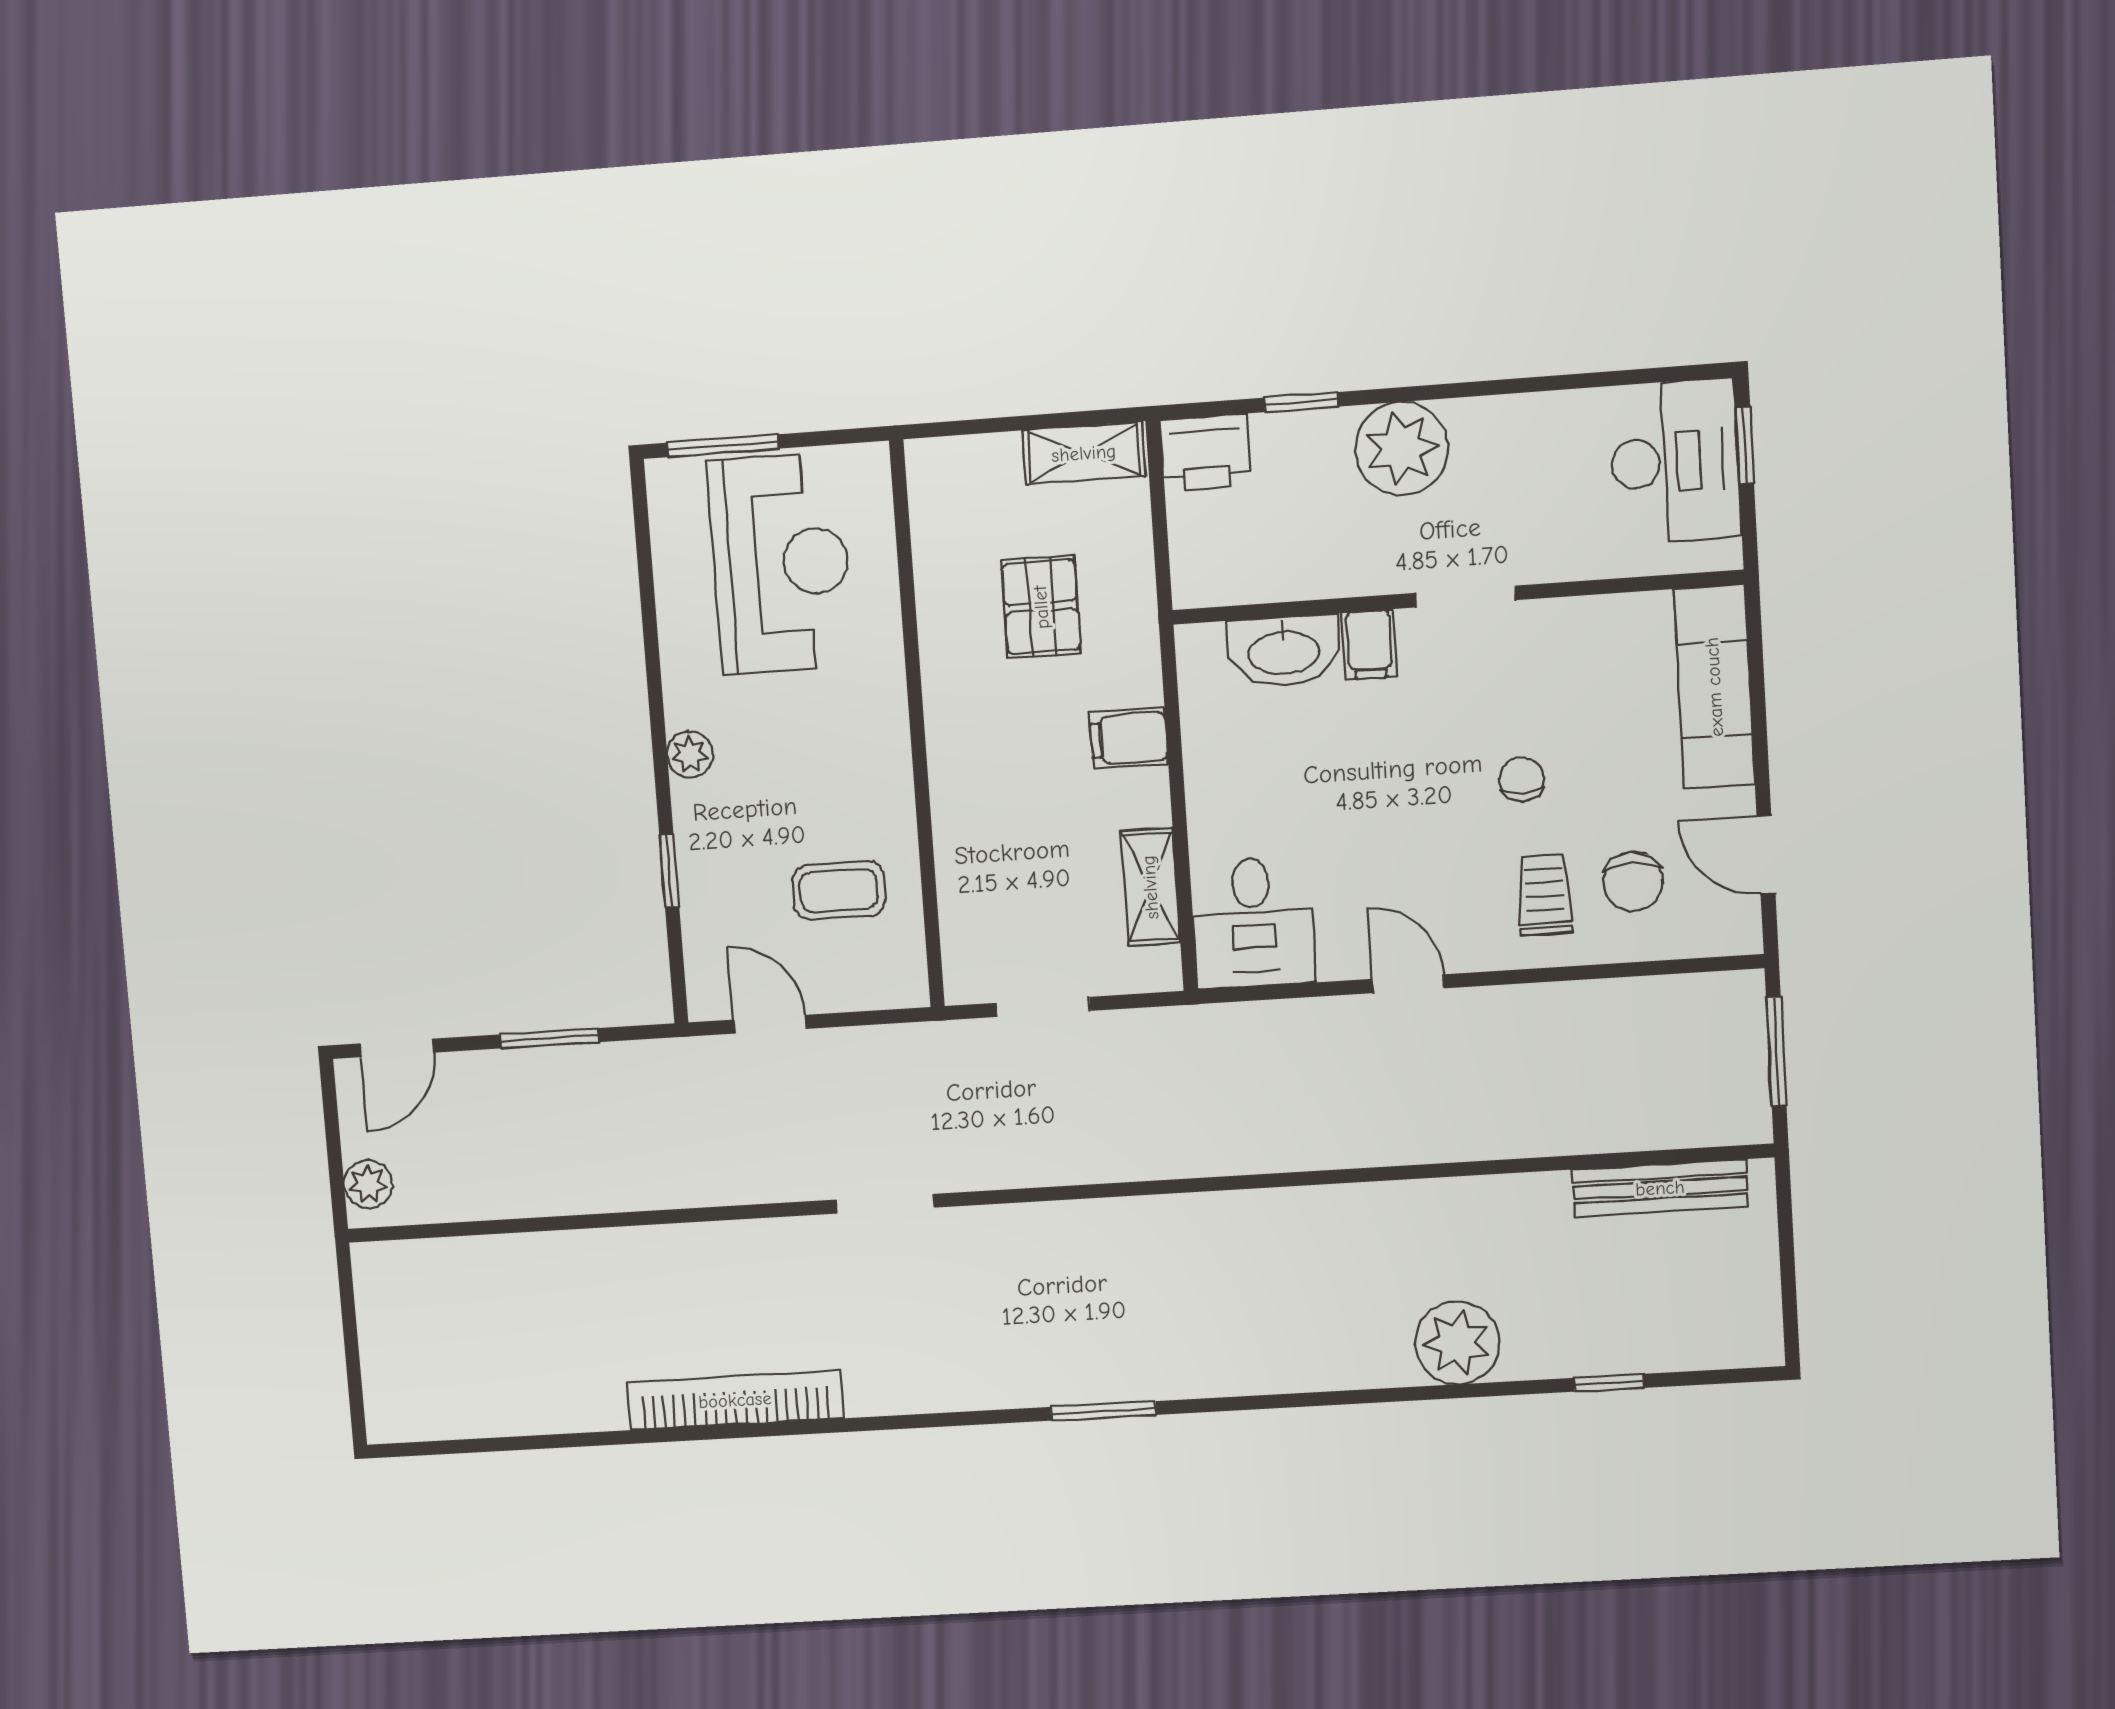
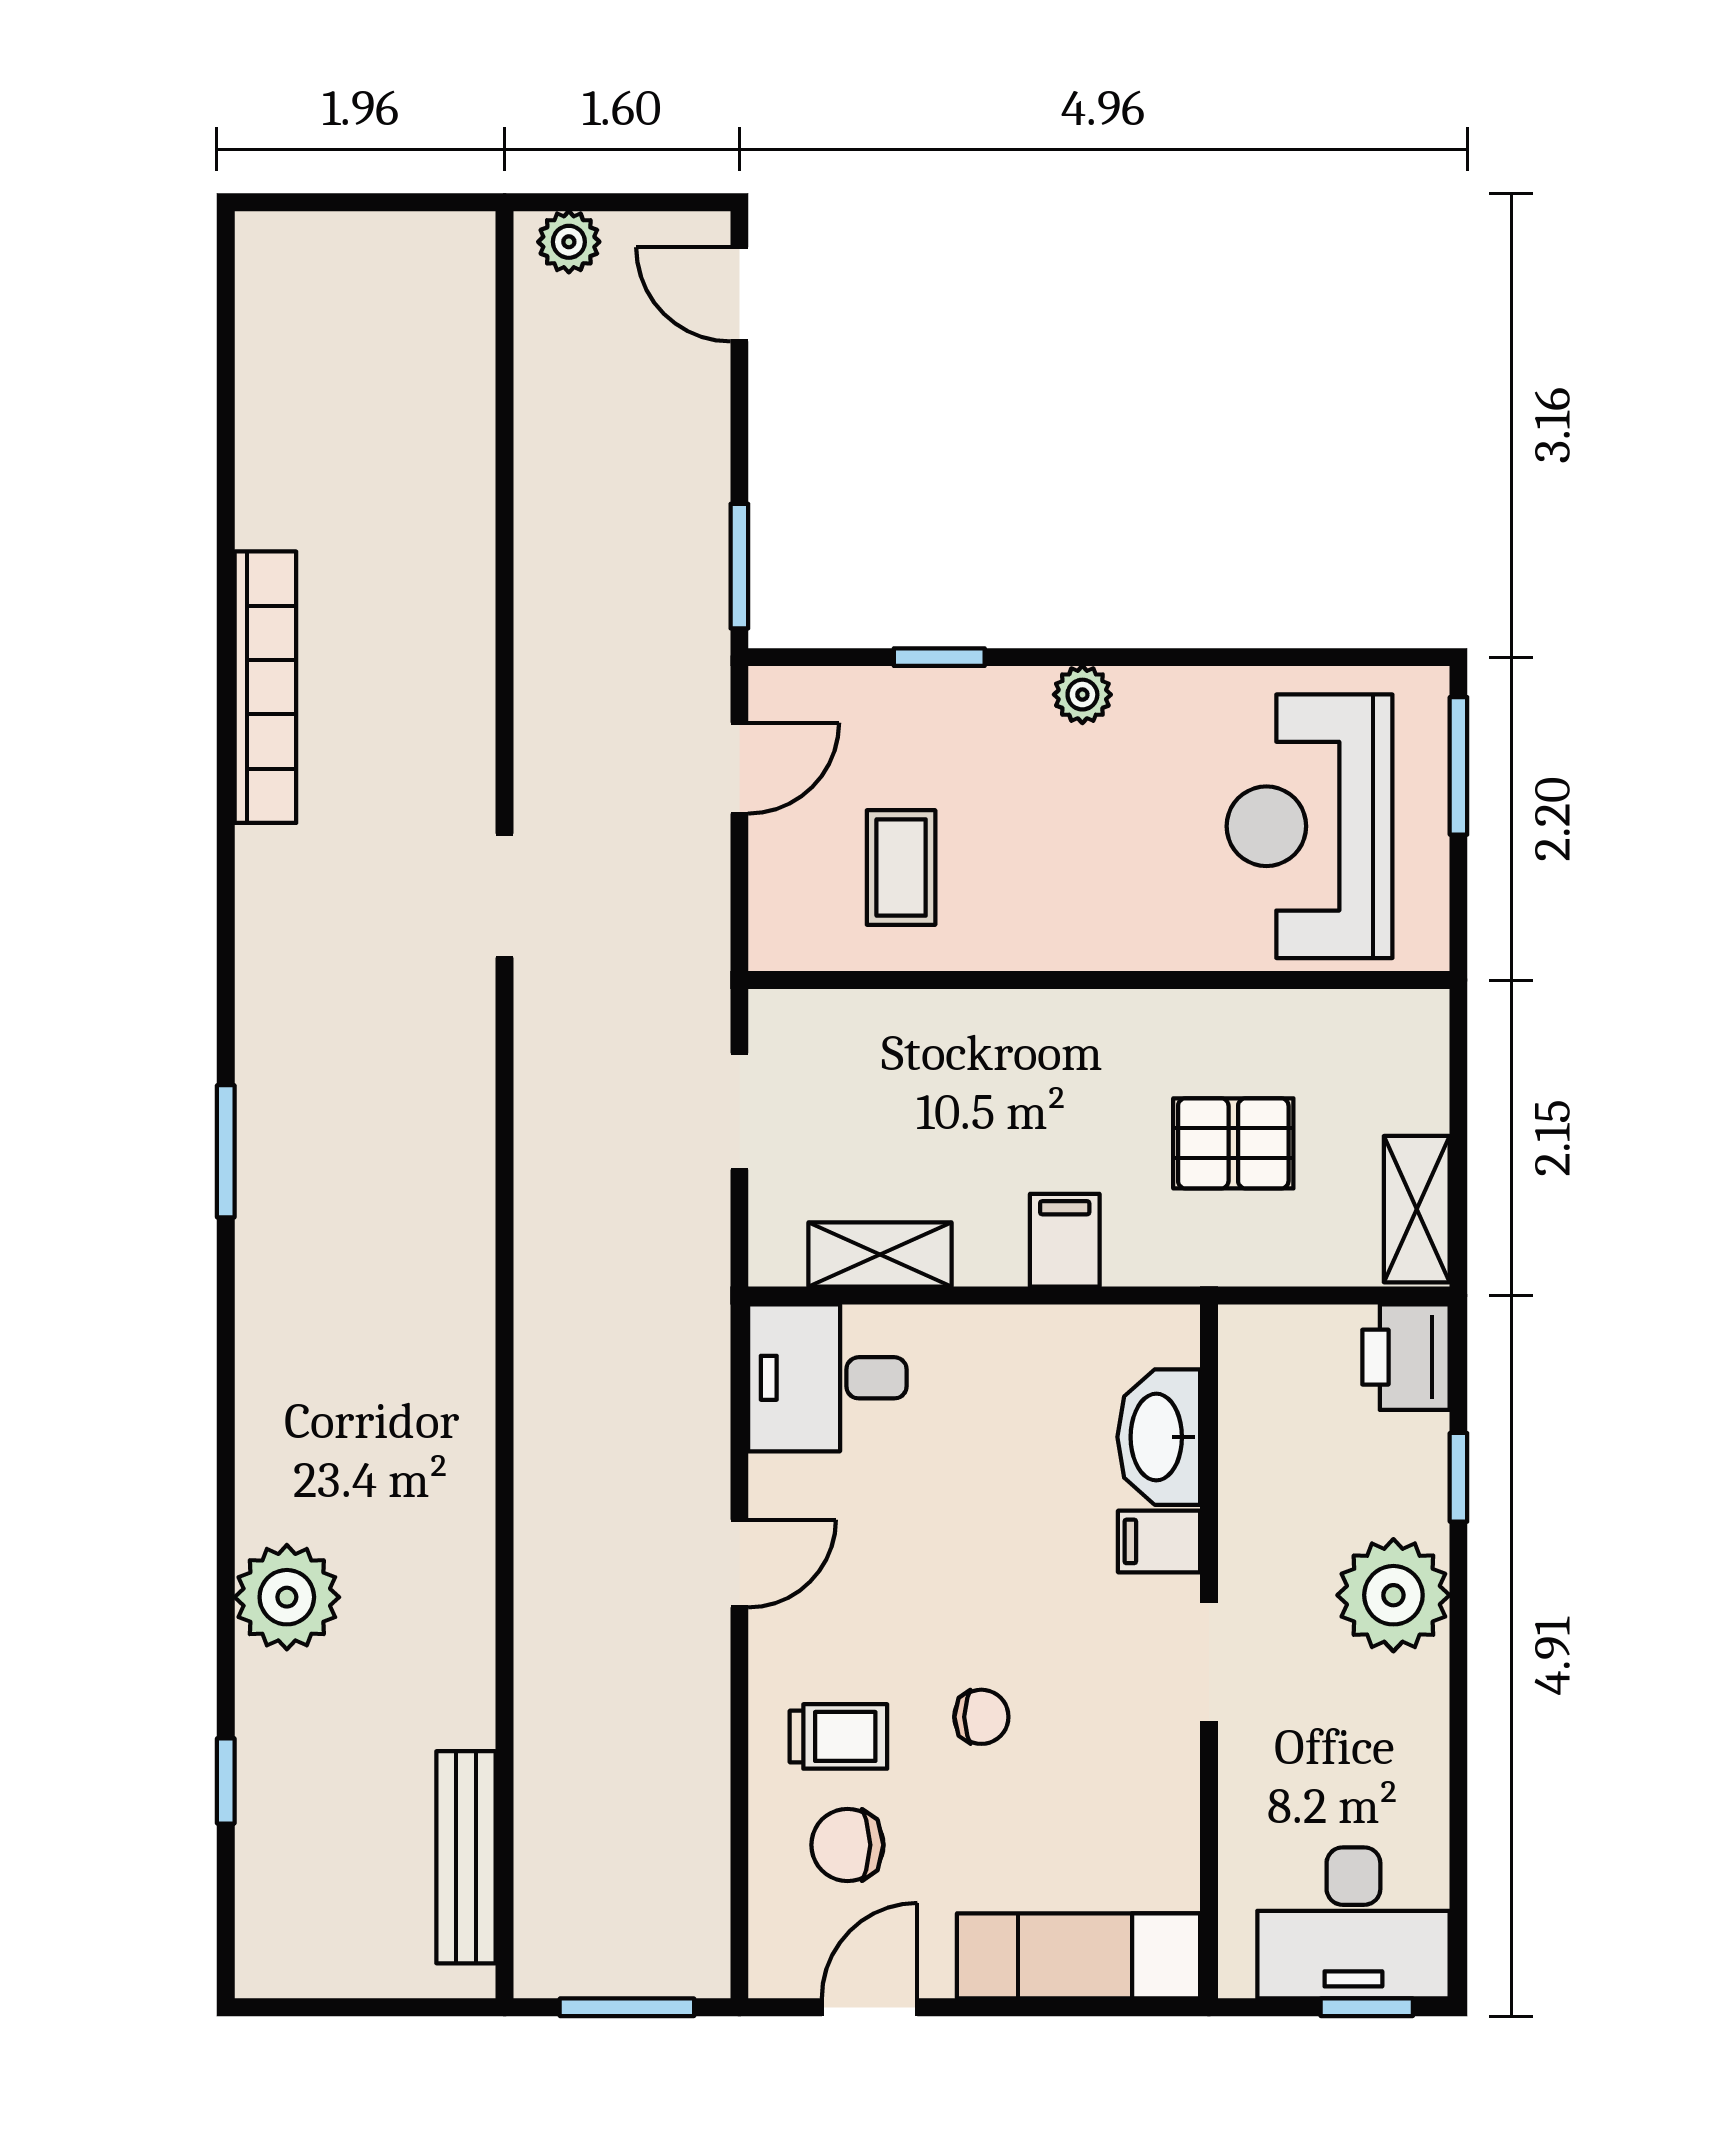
reception desk: (781, 563) -> (1310, 826), turned 90
window: (550, 1038) -> (739, 566), moved

